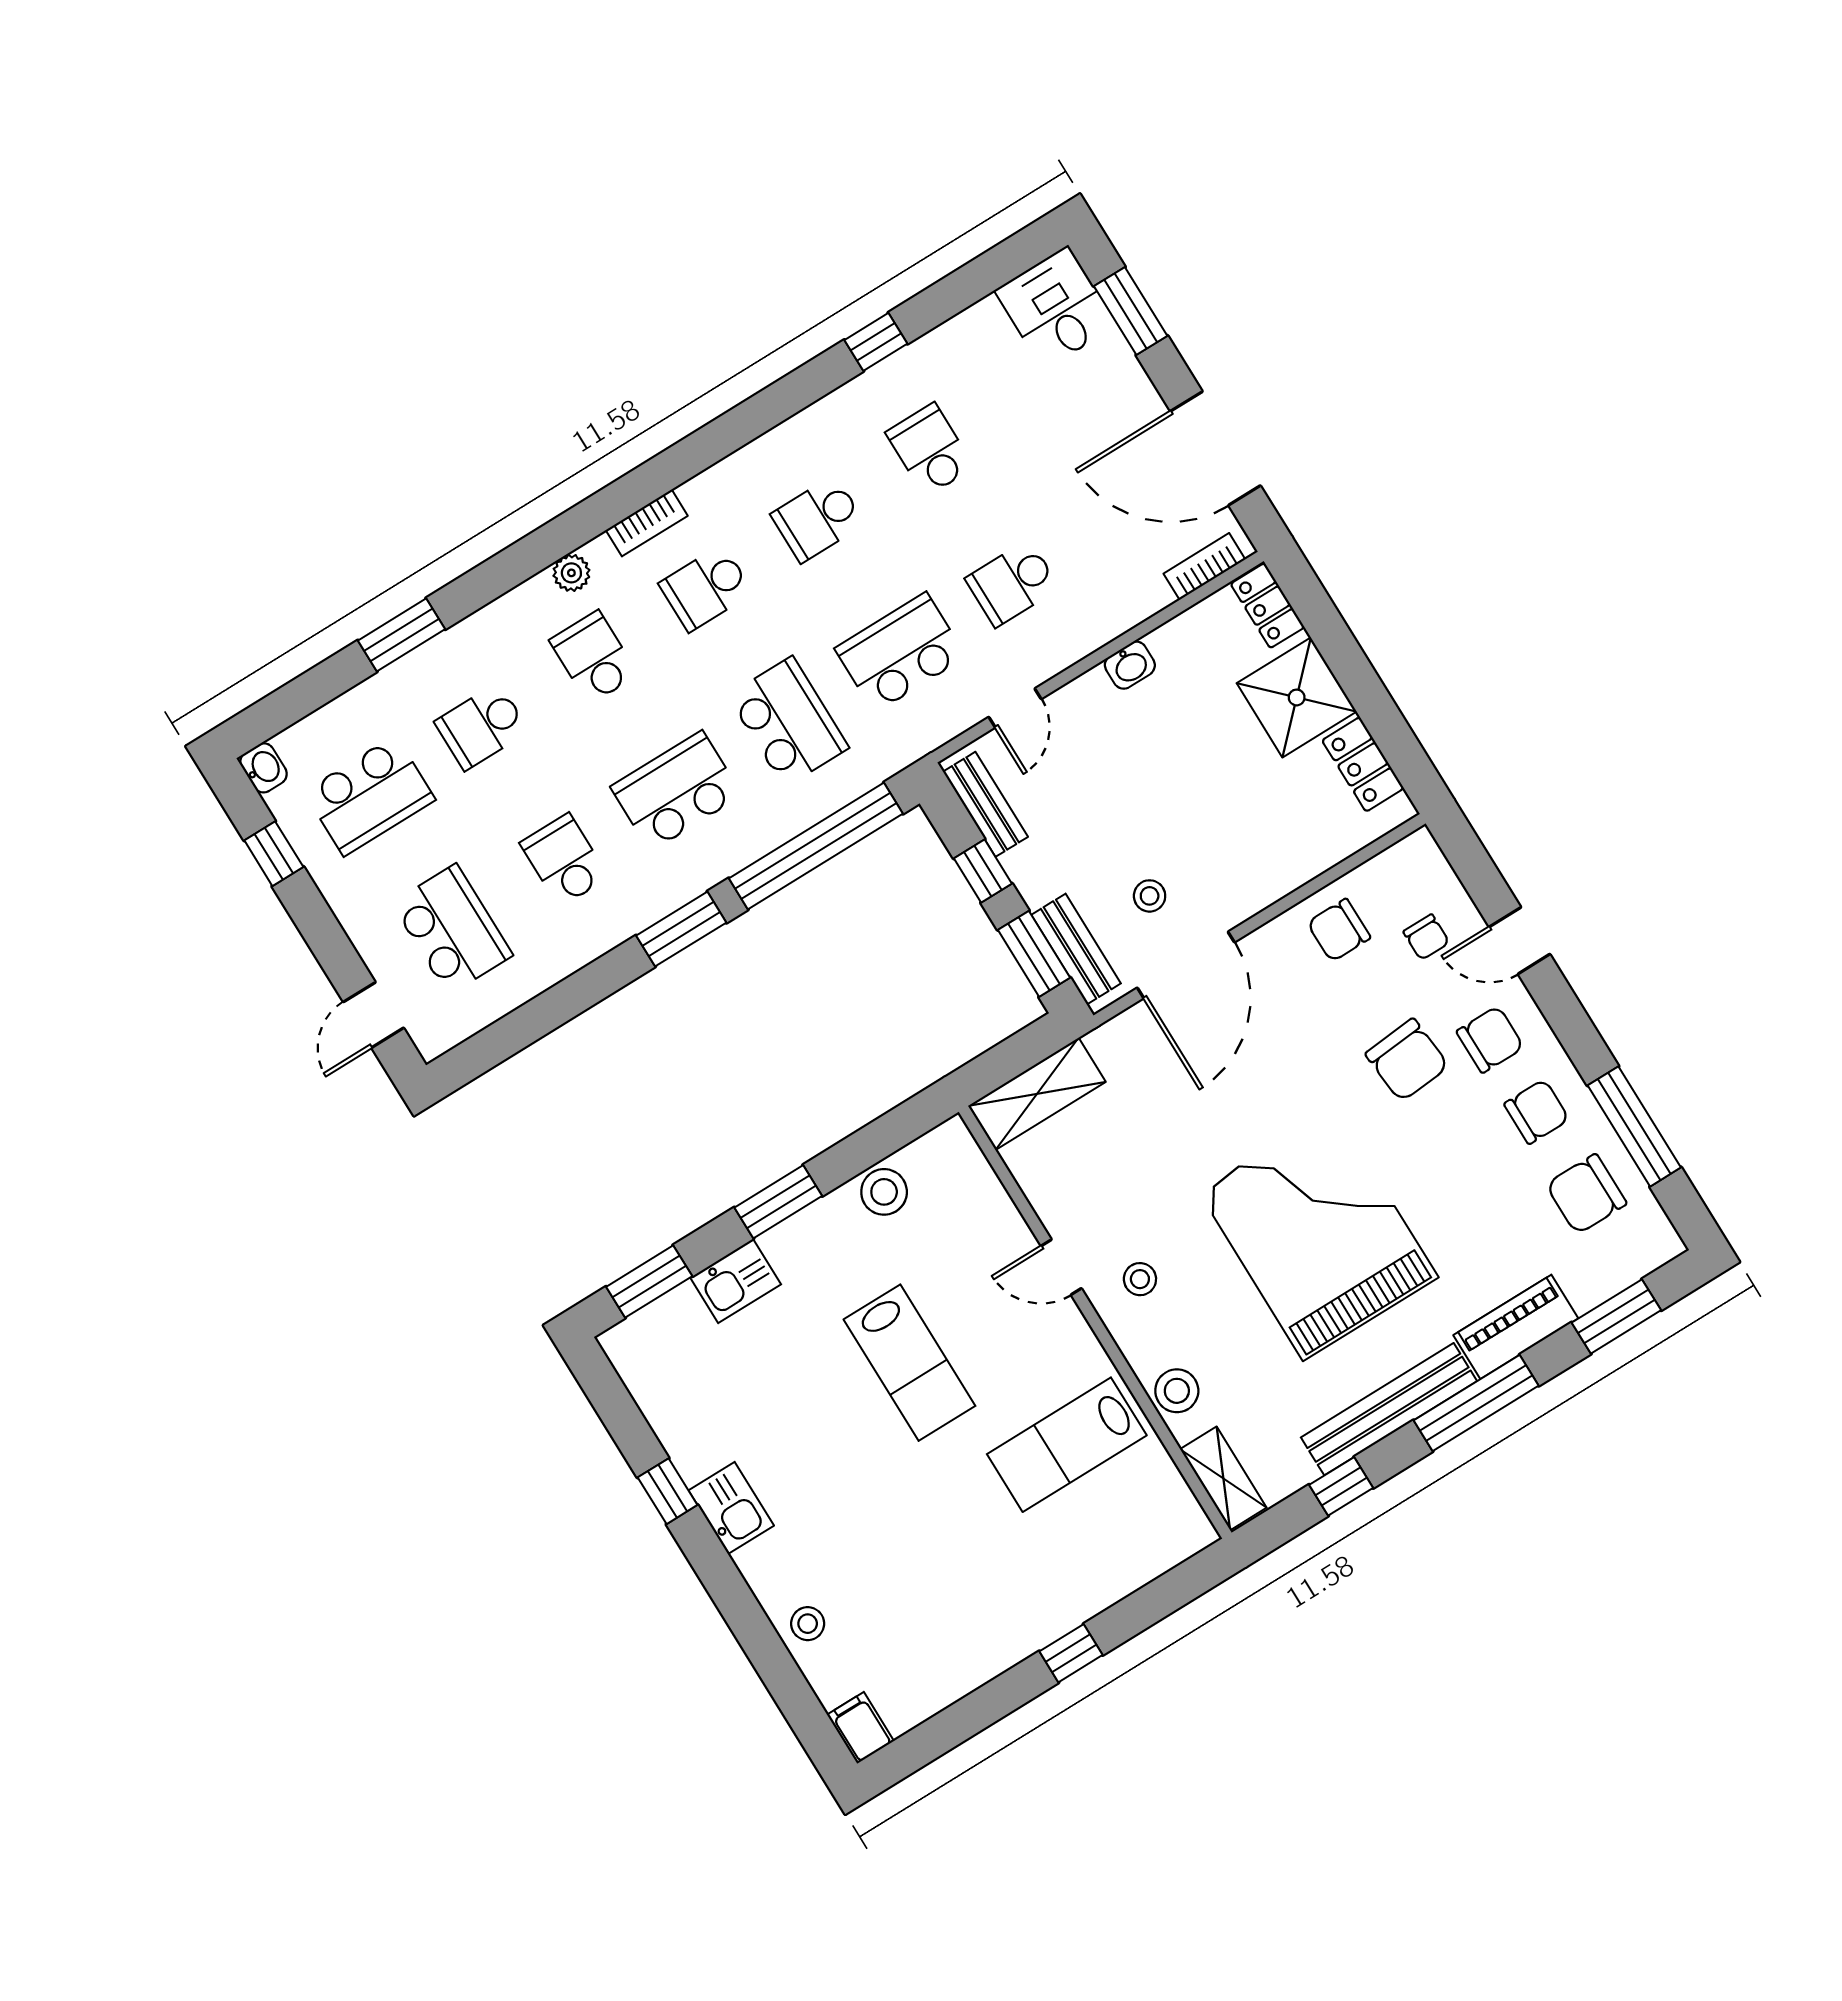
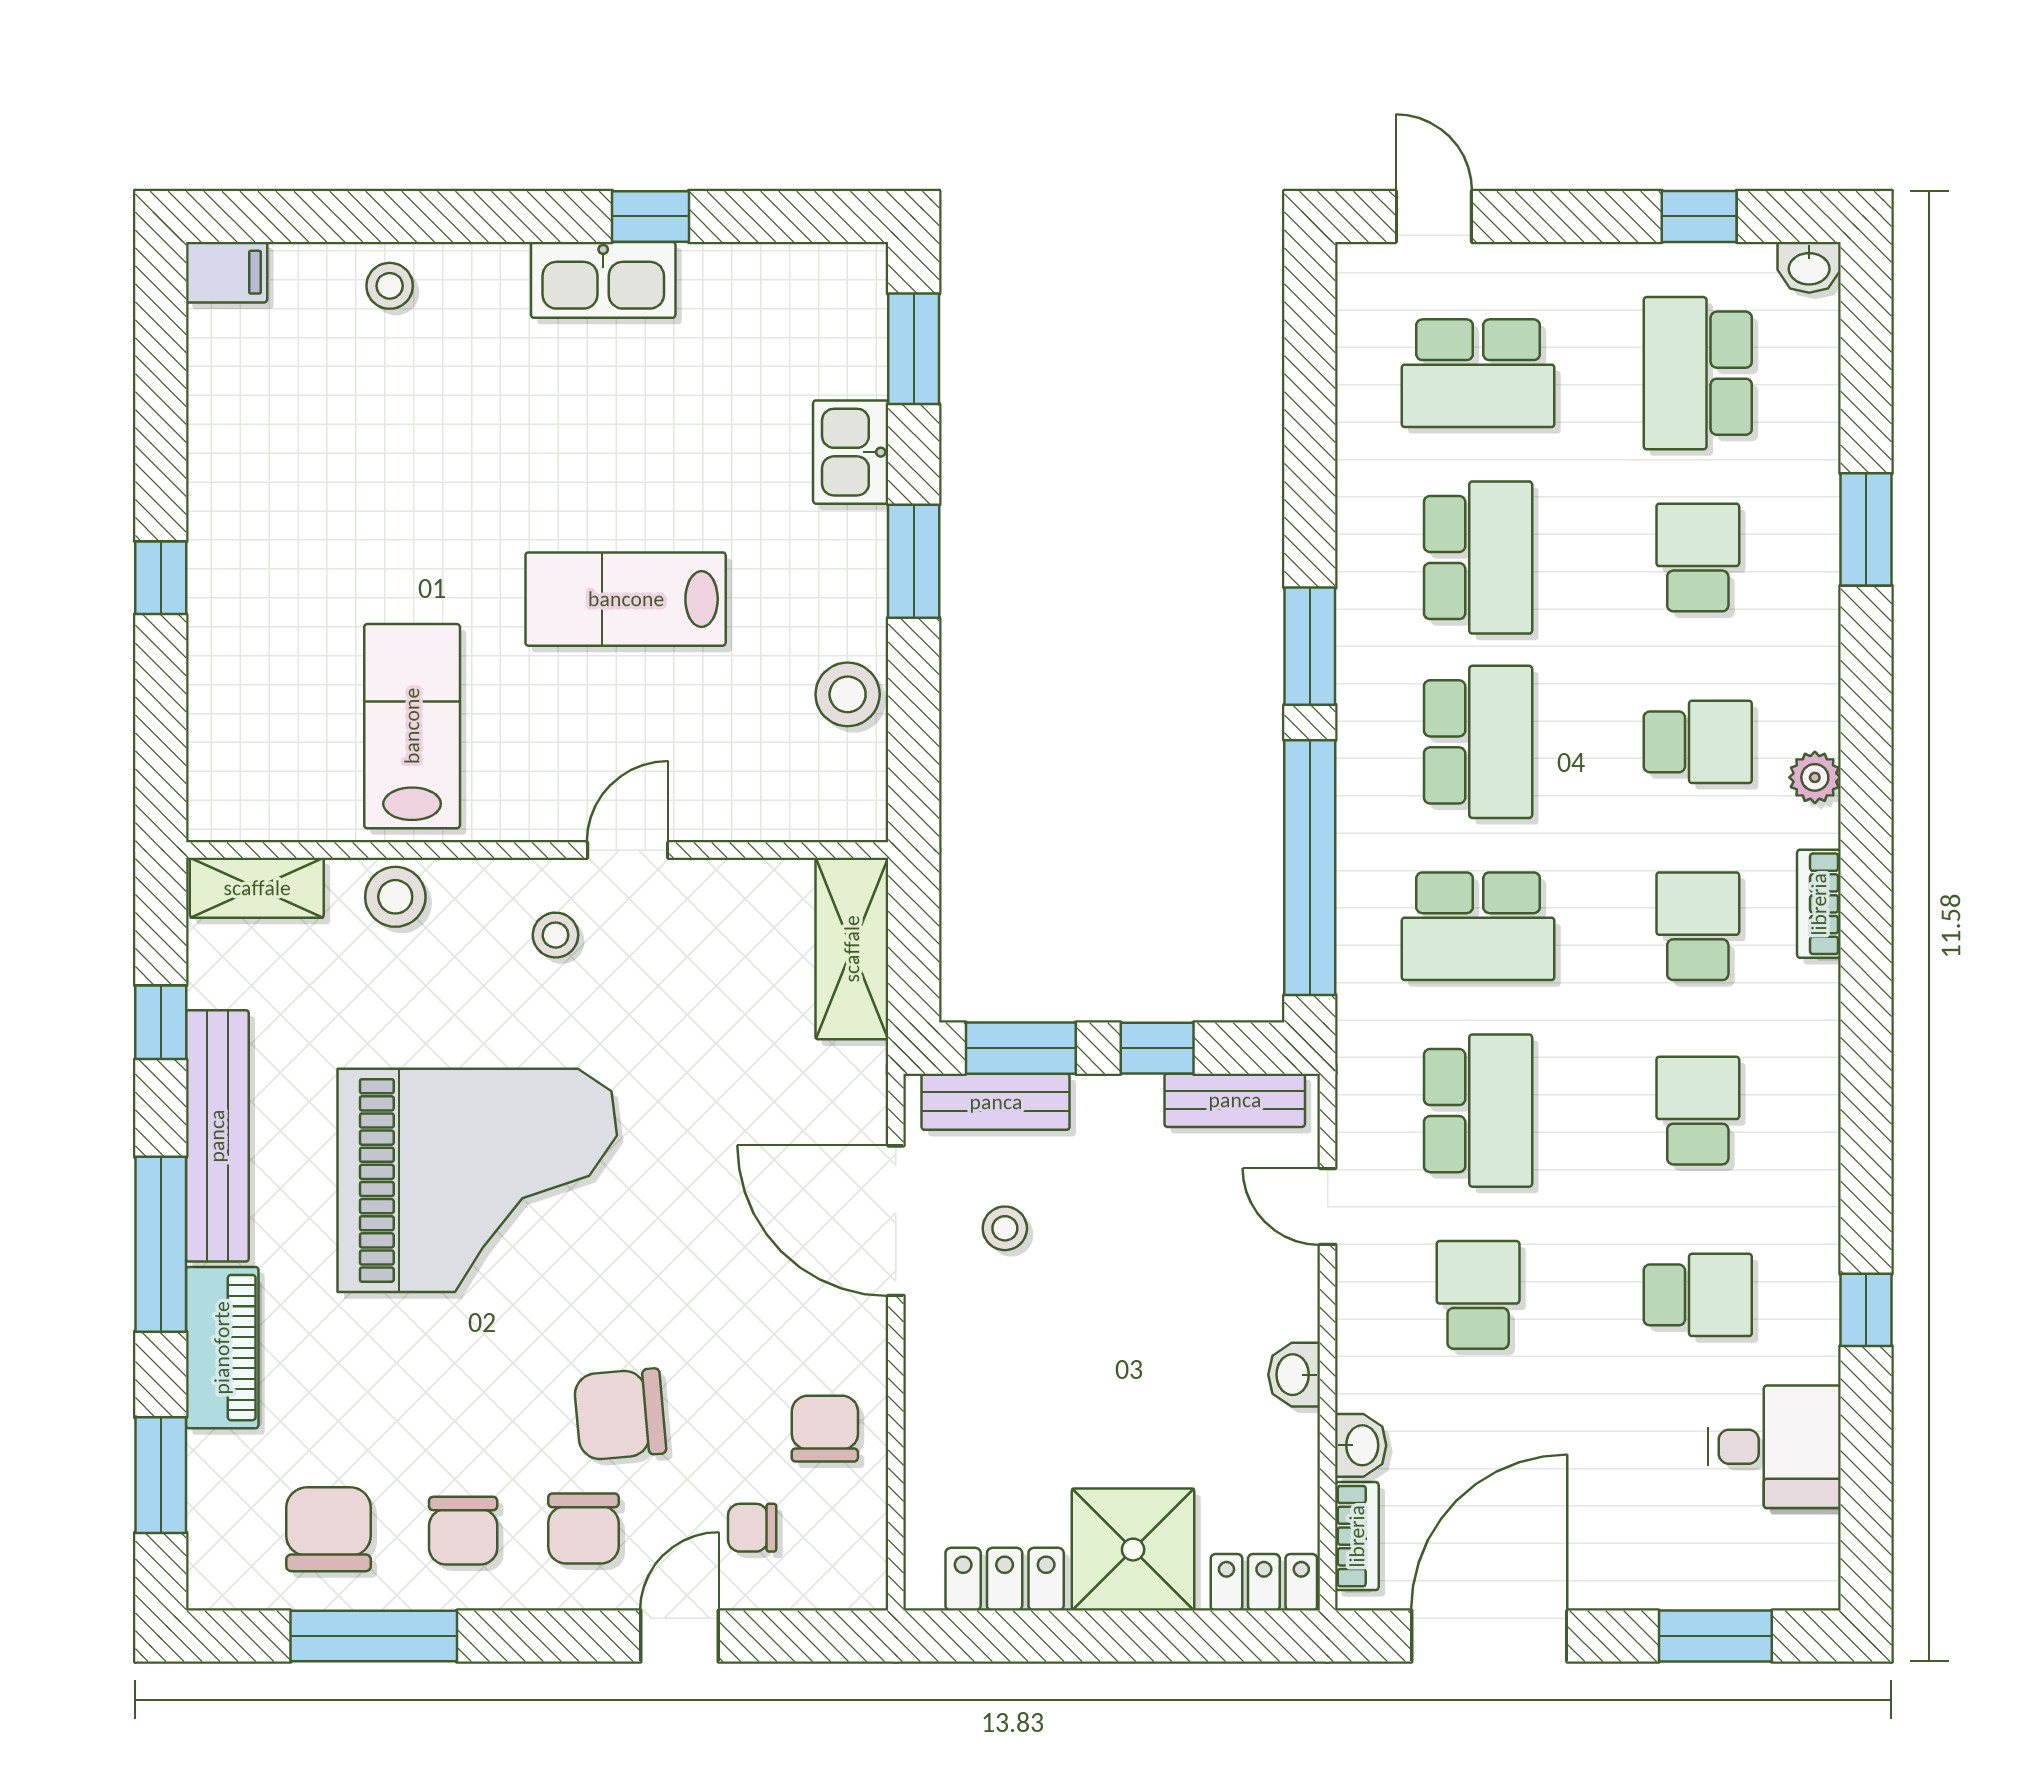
desk: (1056, 308) -> (1774, 1447), moved
washbasin: (1148, 598) -> (1361, 1445), added
school desk: (564, 860) -> (1478, 558), width x1.85
kitchen sink: (731, 1508) -> (603, 280), width x1.38

